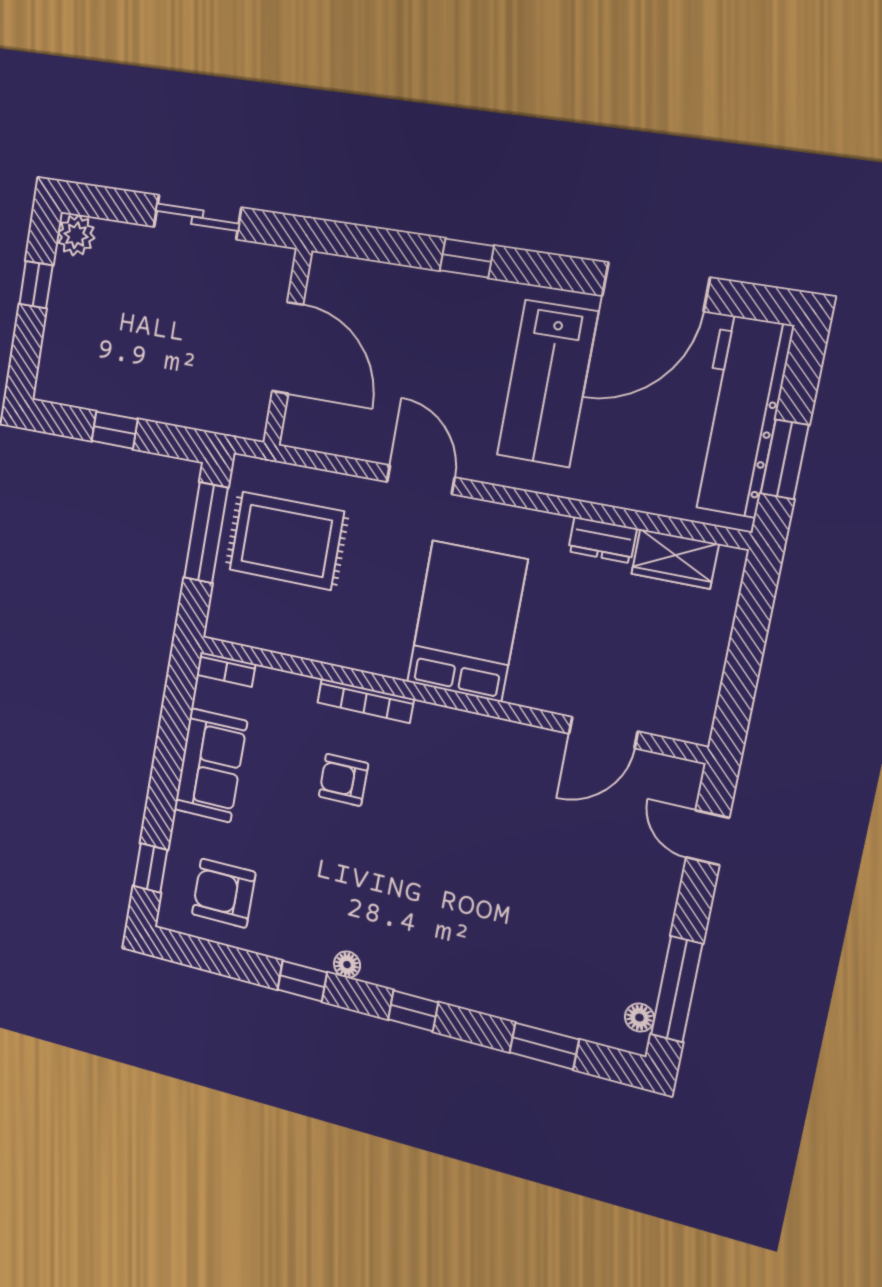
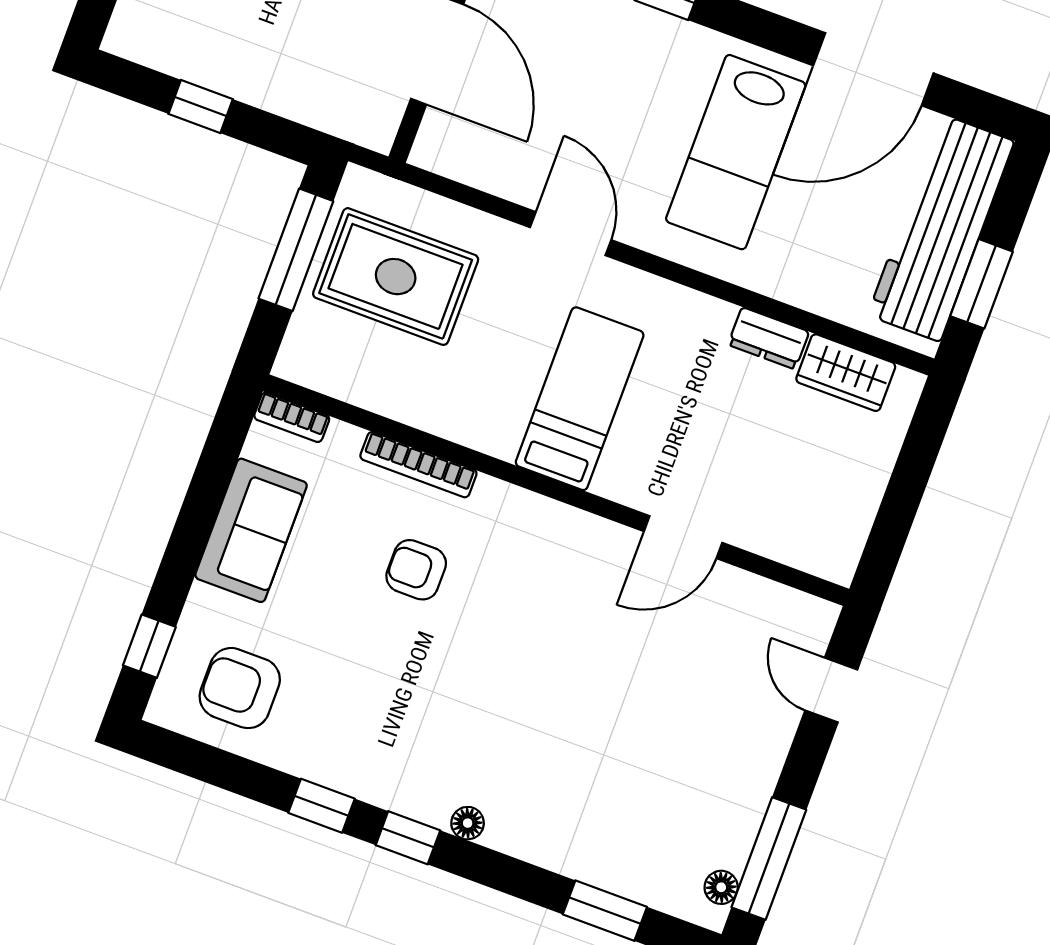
bed: (467, 621) -> (580, 399), width x0.67
bookcase: (365, 701) -> (418, 465), moved
door: (603, 733) -> (683, 537), moved
floor lamp: (347, 965) -> (468, 823), moved
window: (413, 1011) -> (408, 838), moved

